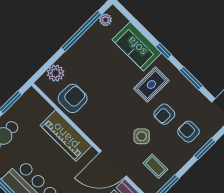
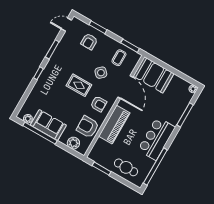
sofa: (137, 46) -> (48, 125), moved, turned -90
rug: (151, 85) -> (79, 85), moved
armchair: (164, 114) -> (99, 104), moved

